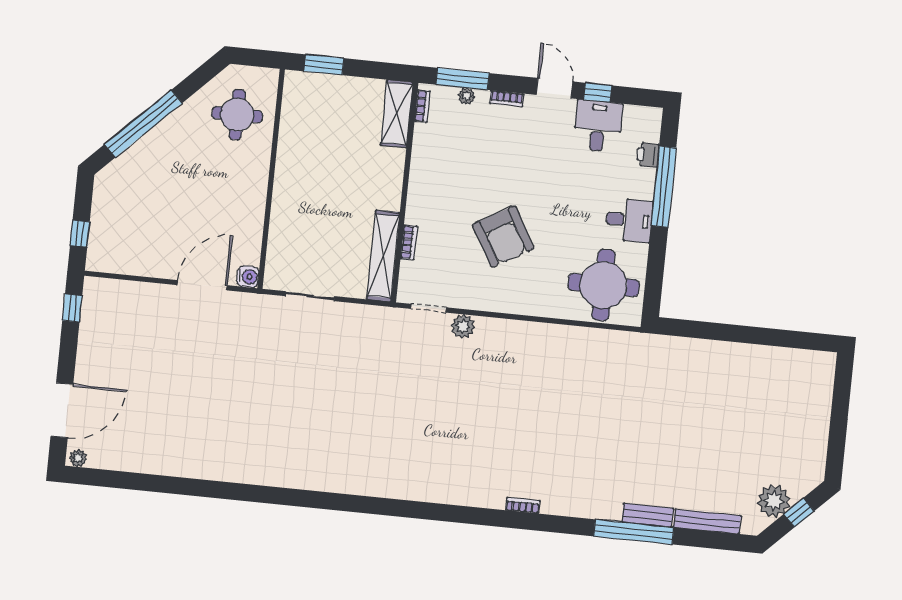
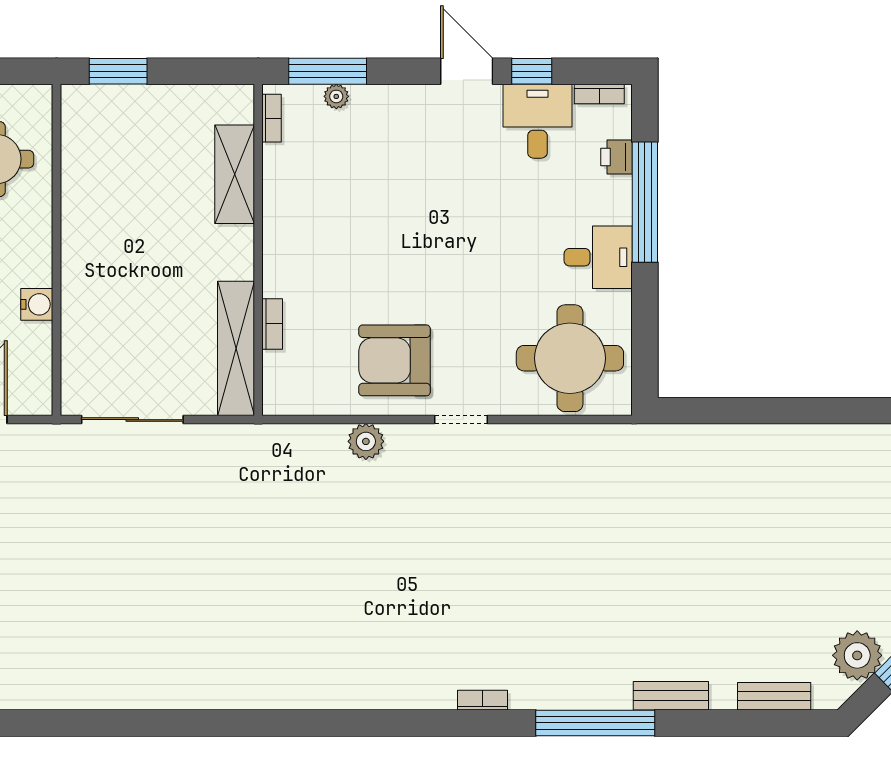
bookcase: (507, 99) -> (599, 94), moved
shelving: (397, 114) -> (235, 174), moved
armchair: (503, 236) -> (395, 360), moved, turned 120
water cooler: (248, 277) -> (37, 304), moved
sliding door: (310, 296) -> (132, 420), width x1.37
doorway: (429, 308) -> (461, 420), moved
bench: (707, 521) -> (774, 696), width x0.73
window: (634, 532) -> (595, 723), moved

